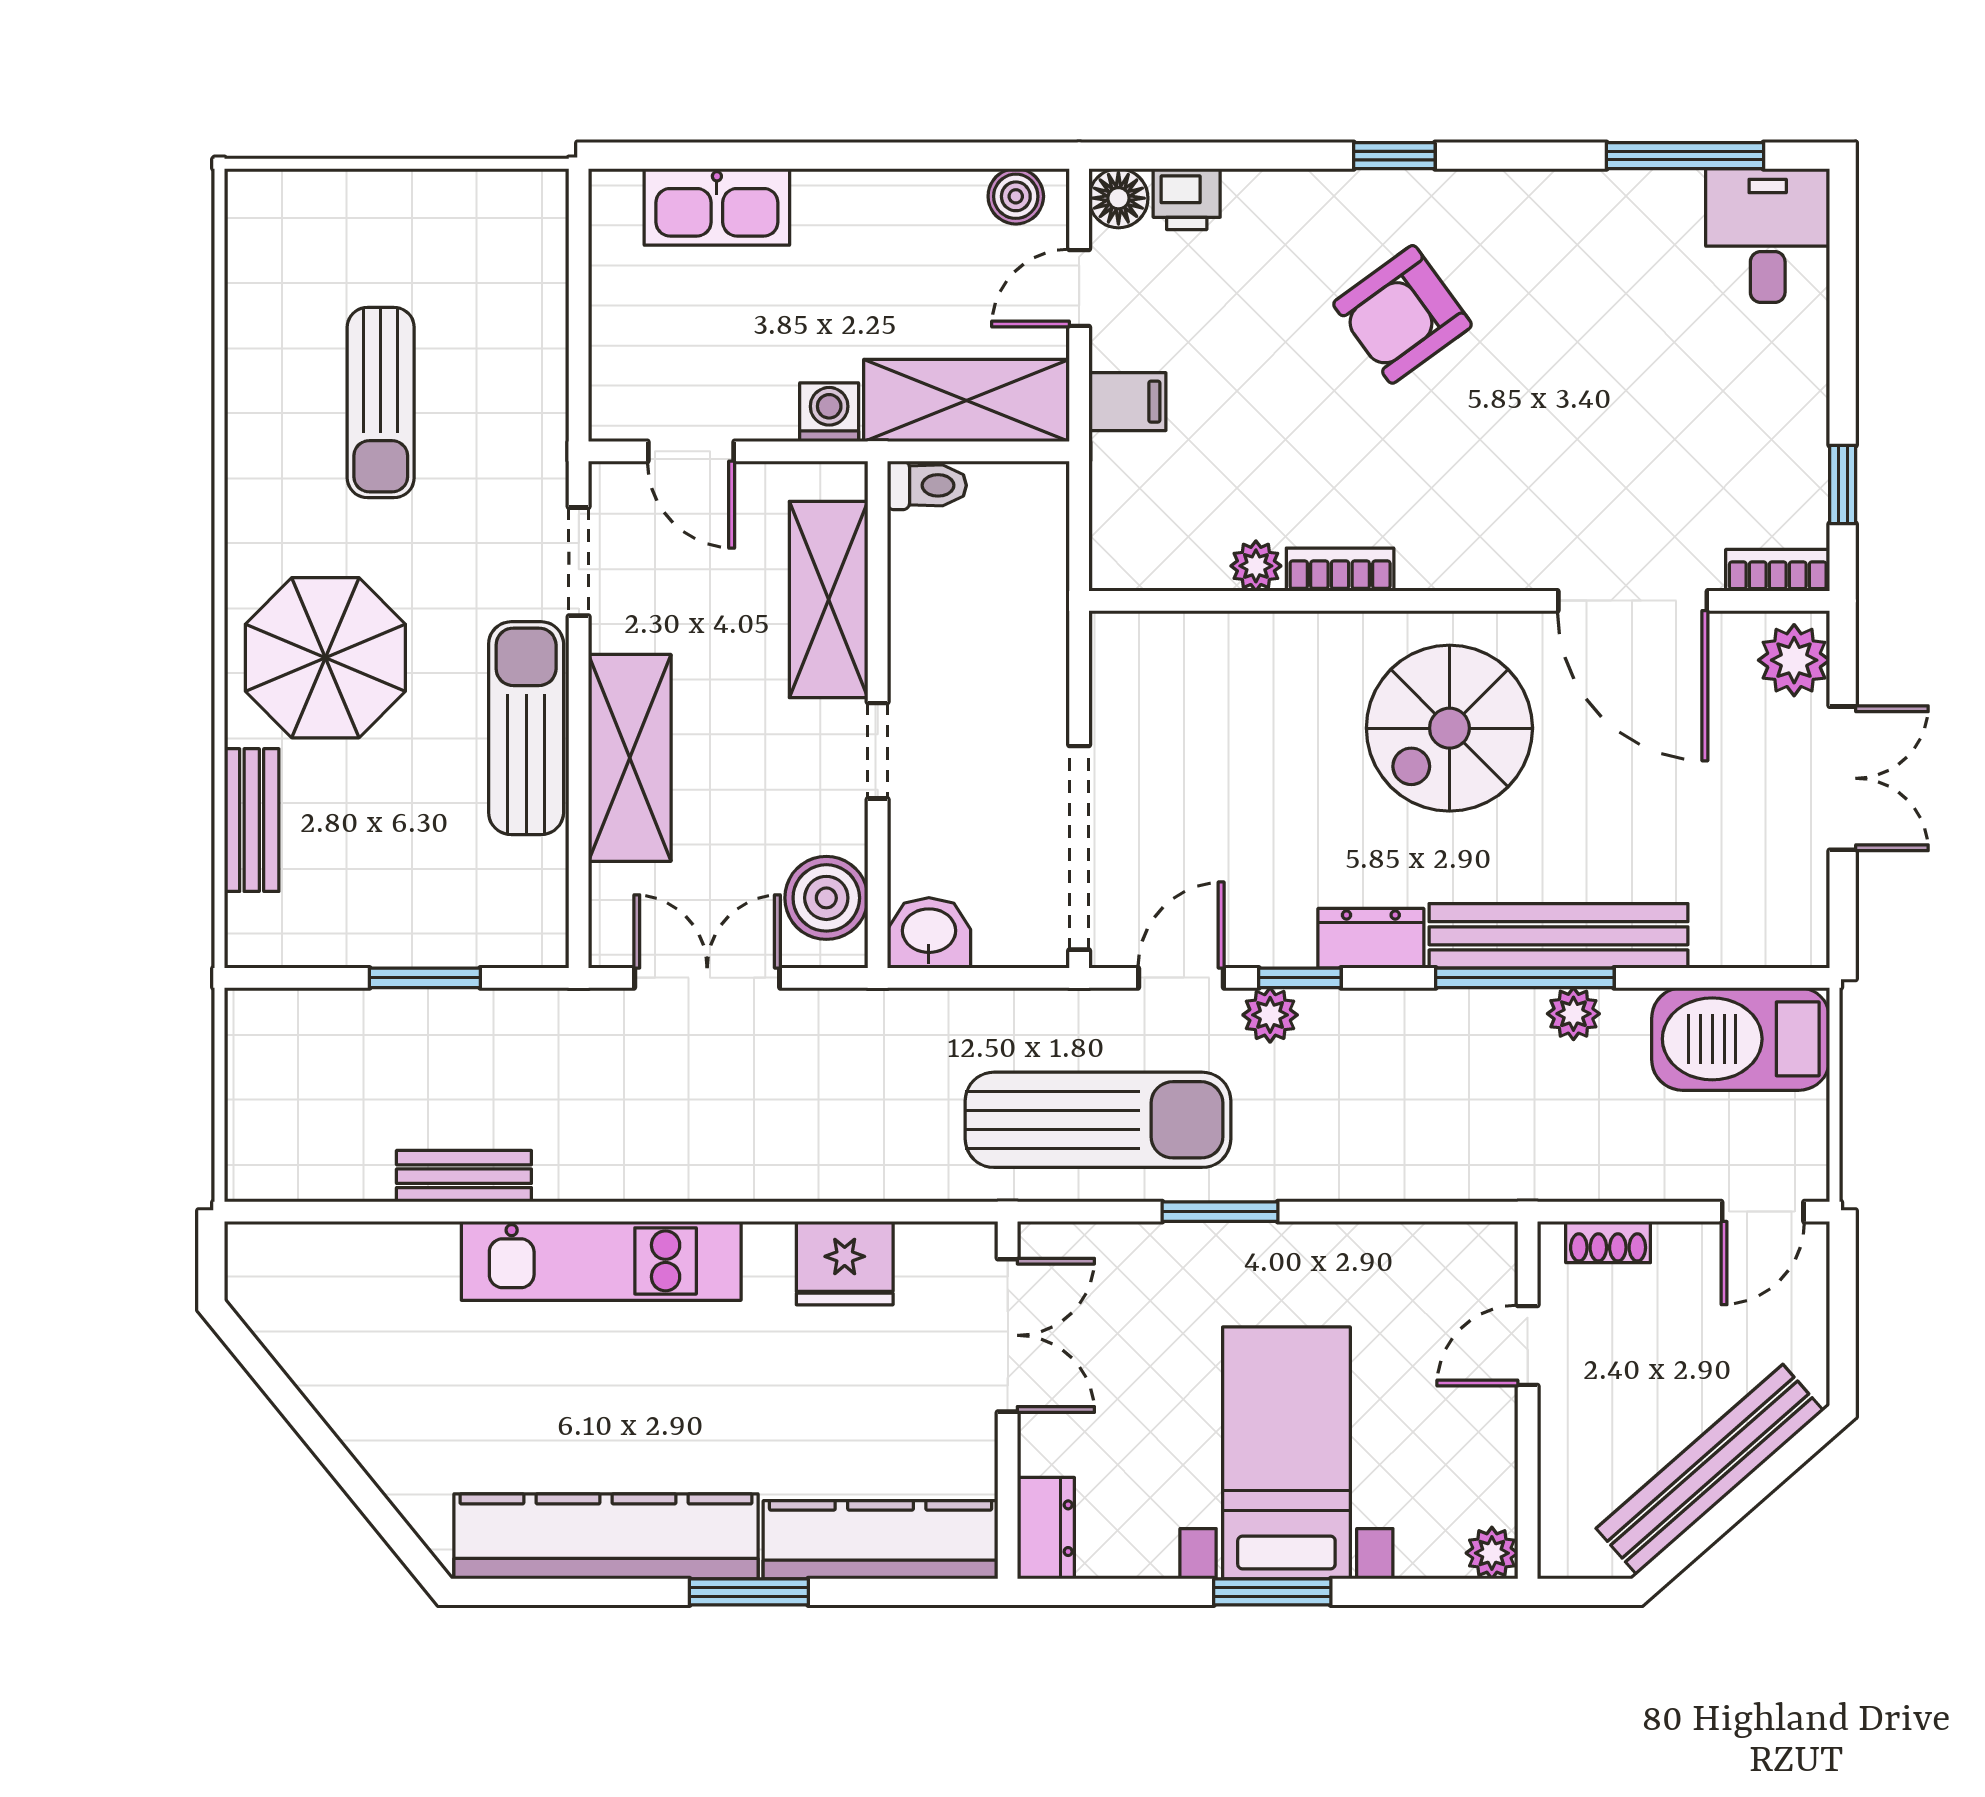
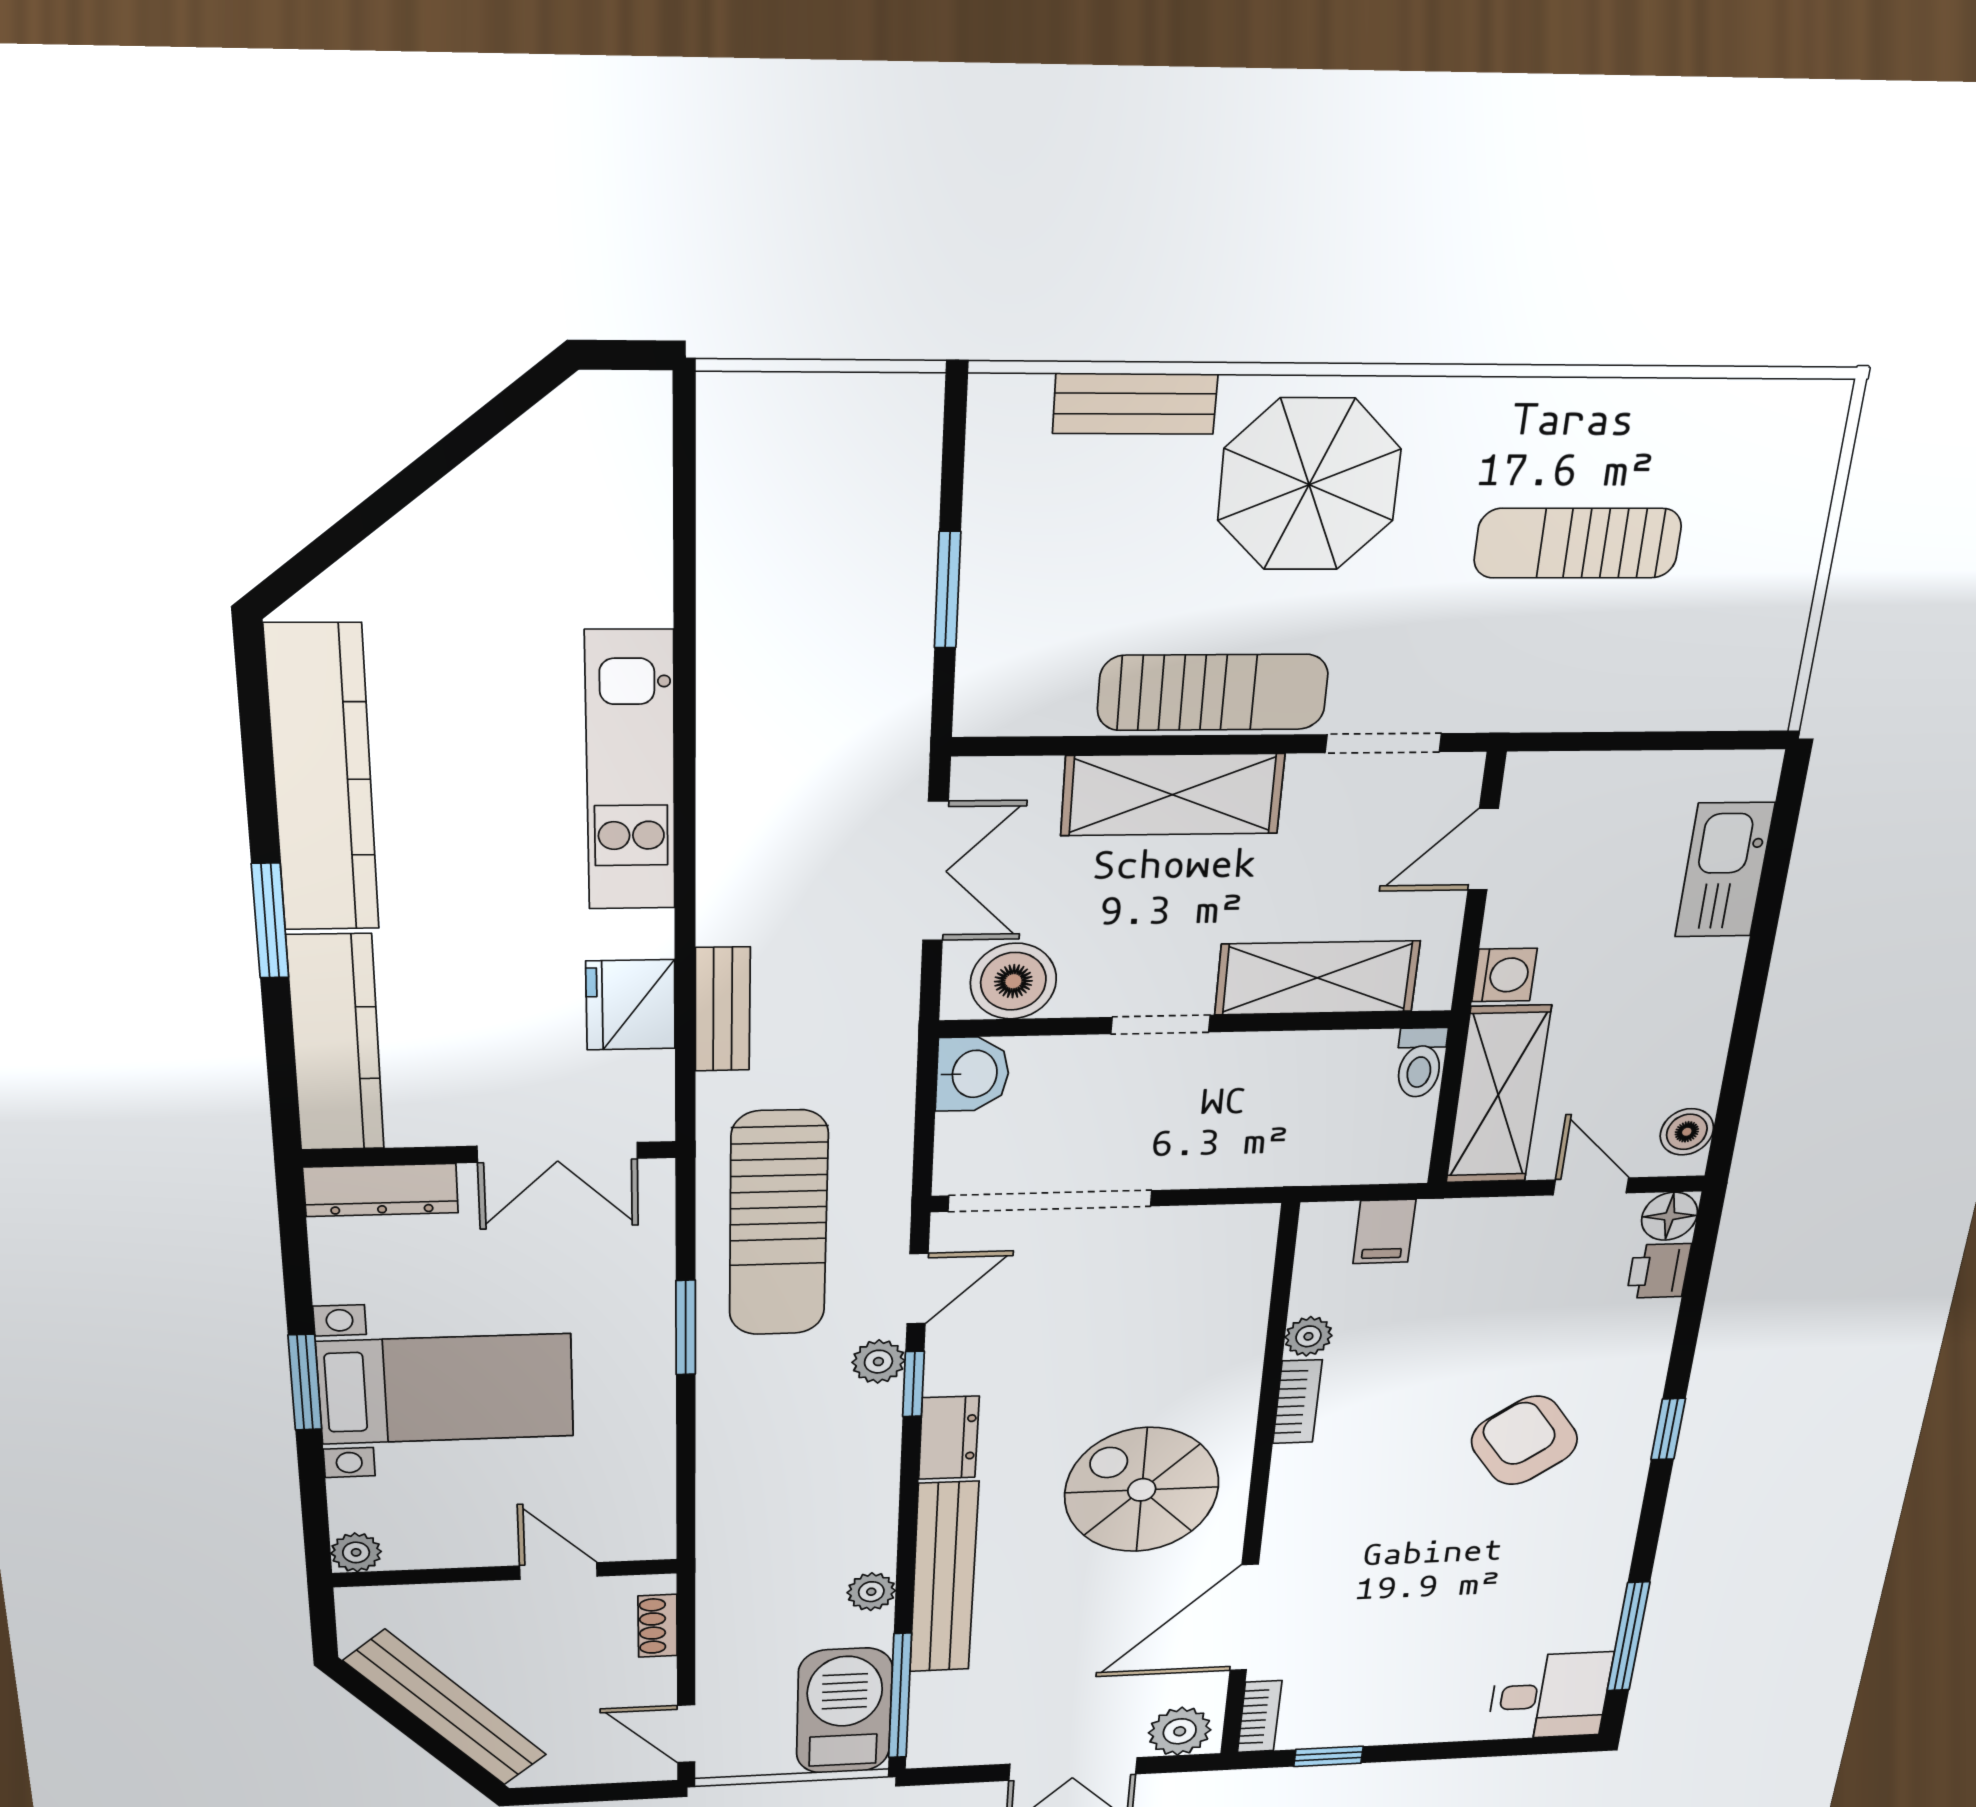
filing cabinet: (1127, 402) -> (1384, 1232), moved
door: (1181, 978) -> (918, 1289), hinge flipped
window: (1525, 978) -> (900, 1696), moved
bench: (464, 1176) -> (723, 1009), moved
dresser: (1046, 1528) -> (381, 1190), width x1.44

